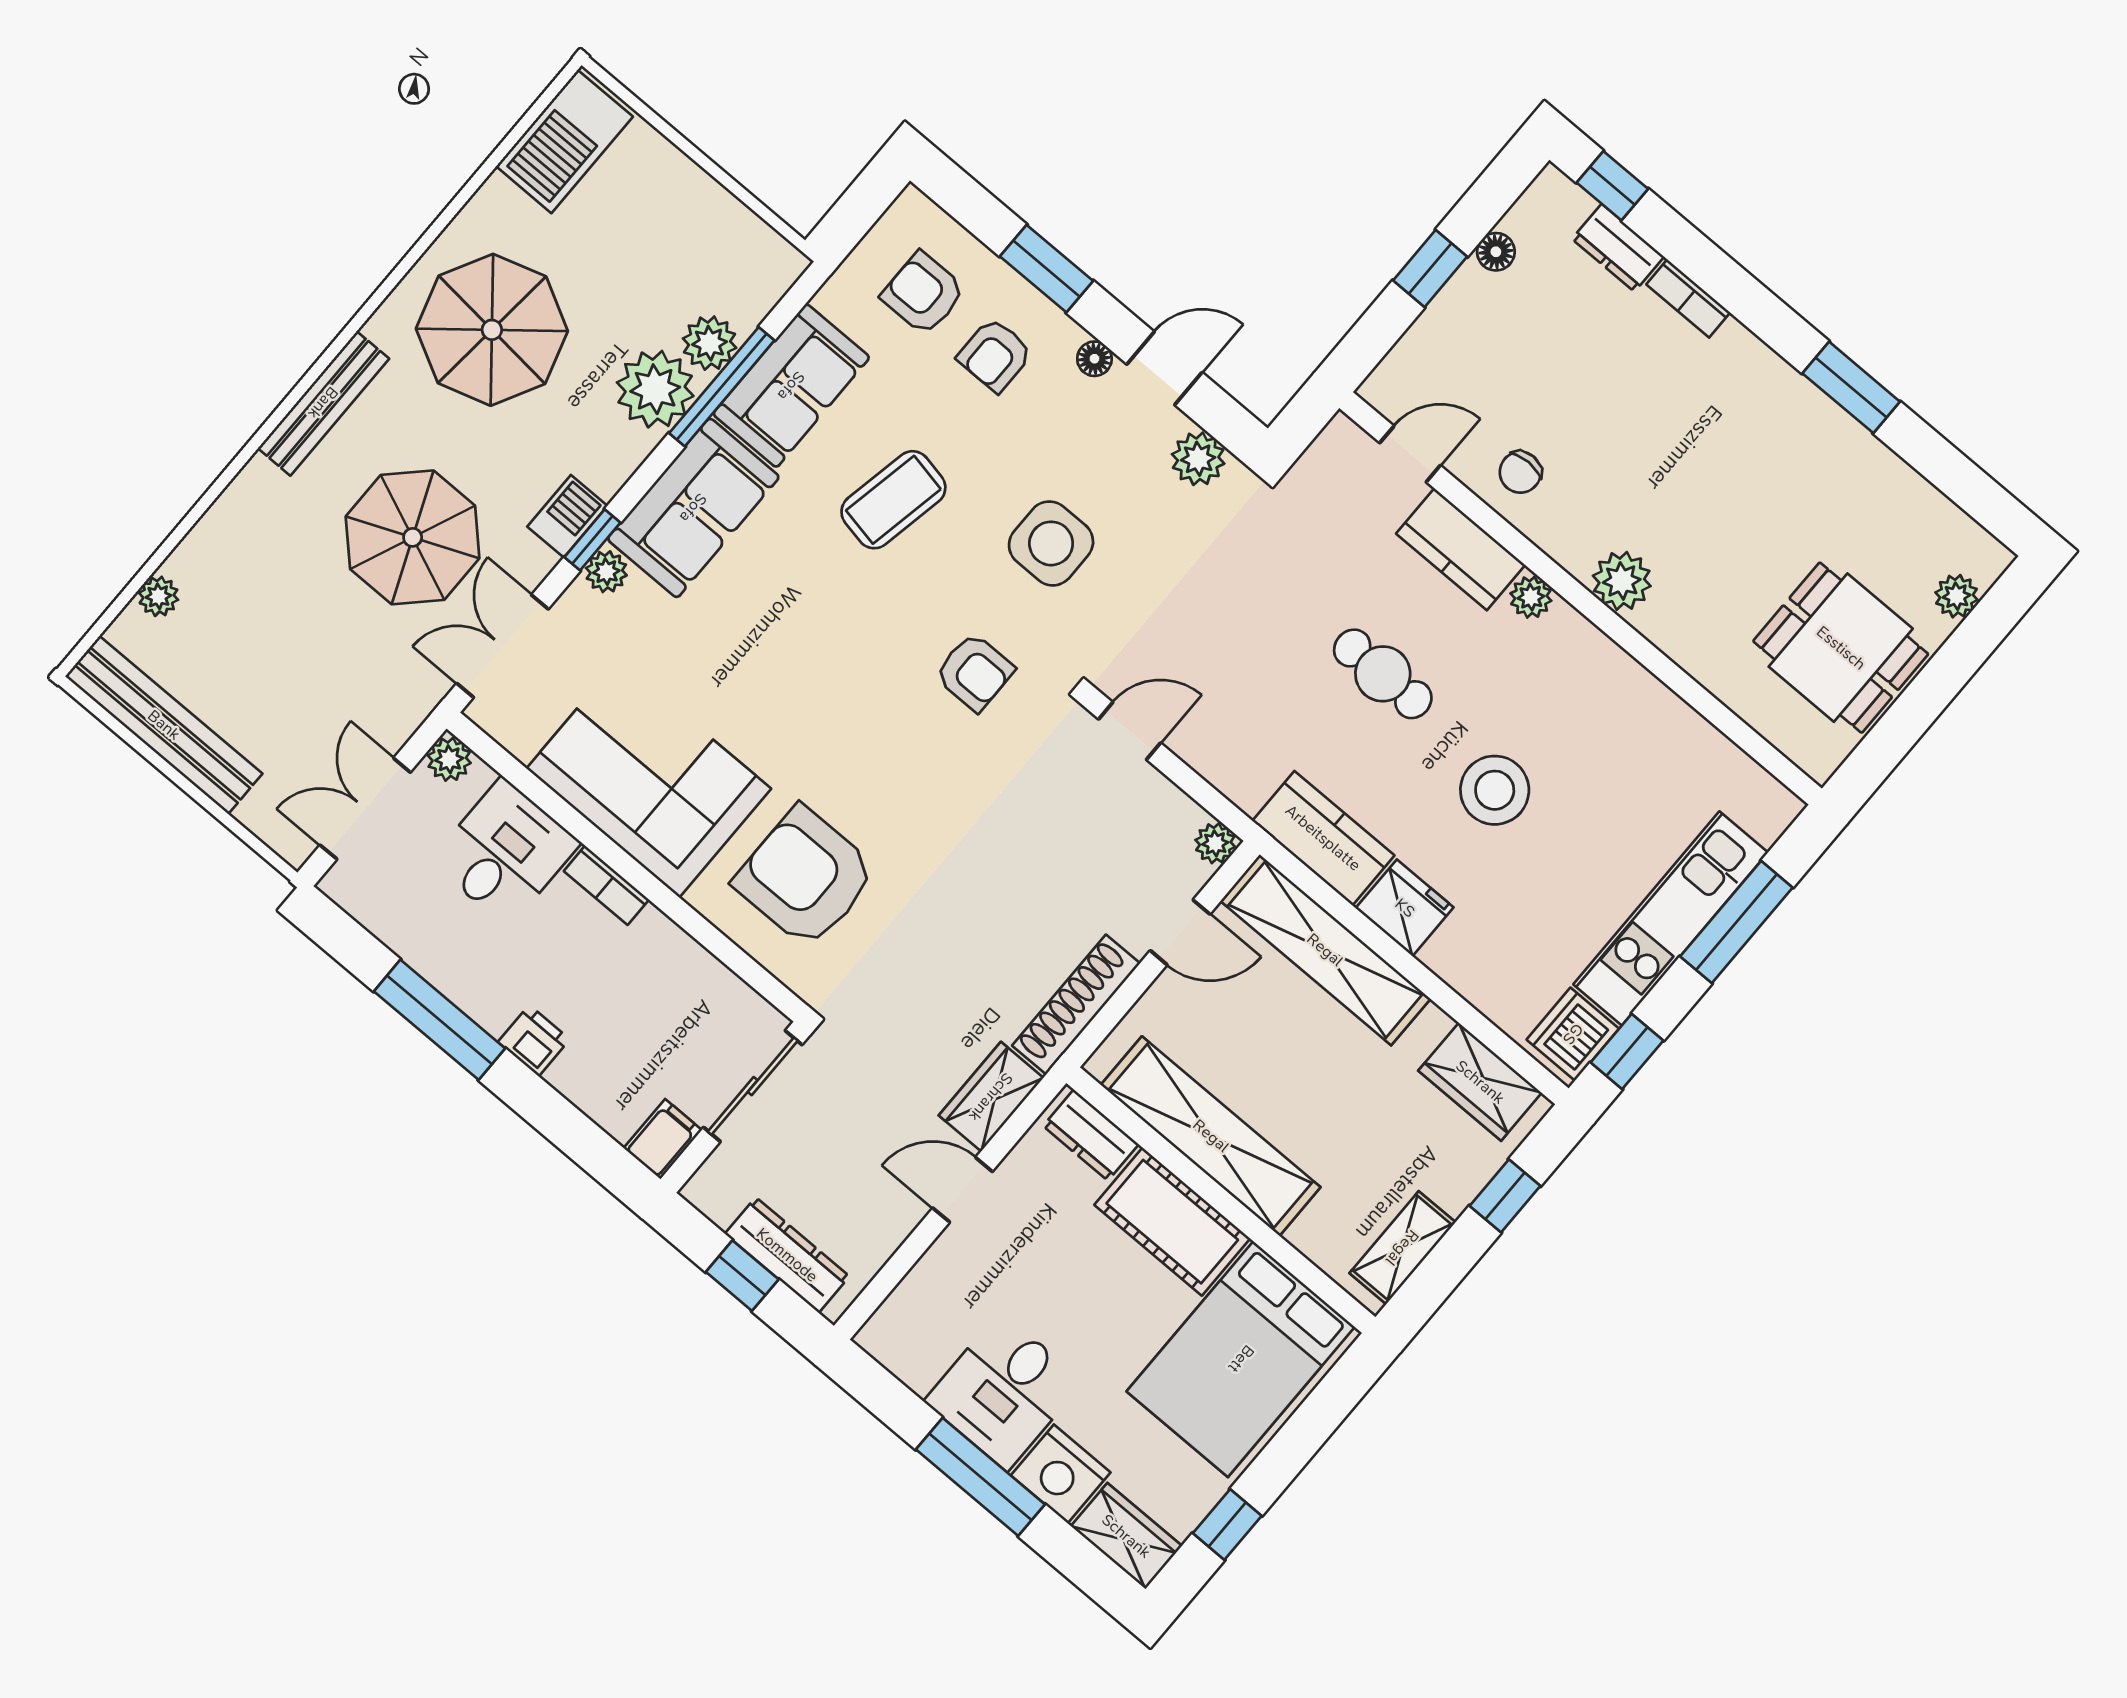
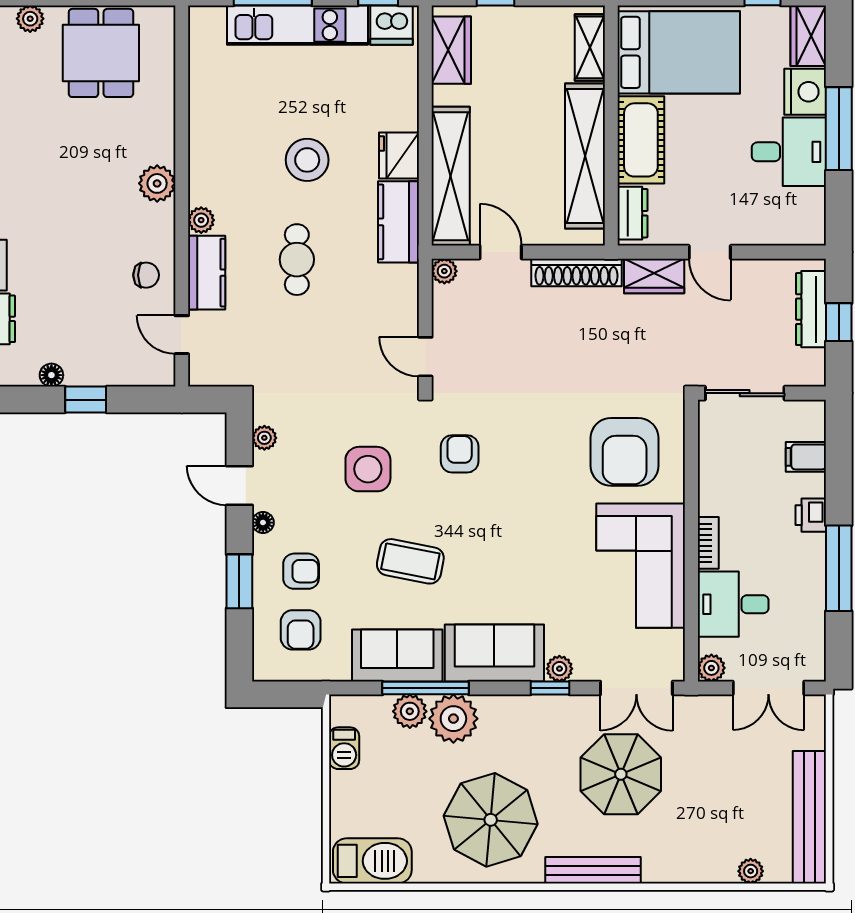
plant: (1198, 459) -> (264, 438), width x0.73, depth x0.73
barbecue: (567, 516) -> (344, 748), moved, turned -90
filing cabinet: (663, 1139) -> (806, 457), moved
shelving: (1402, 1248) -> (590, 47), moved, turned 90

